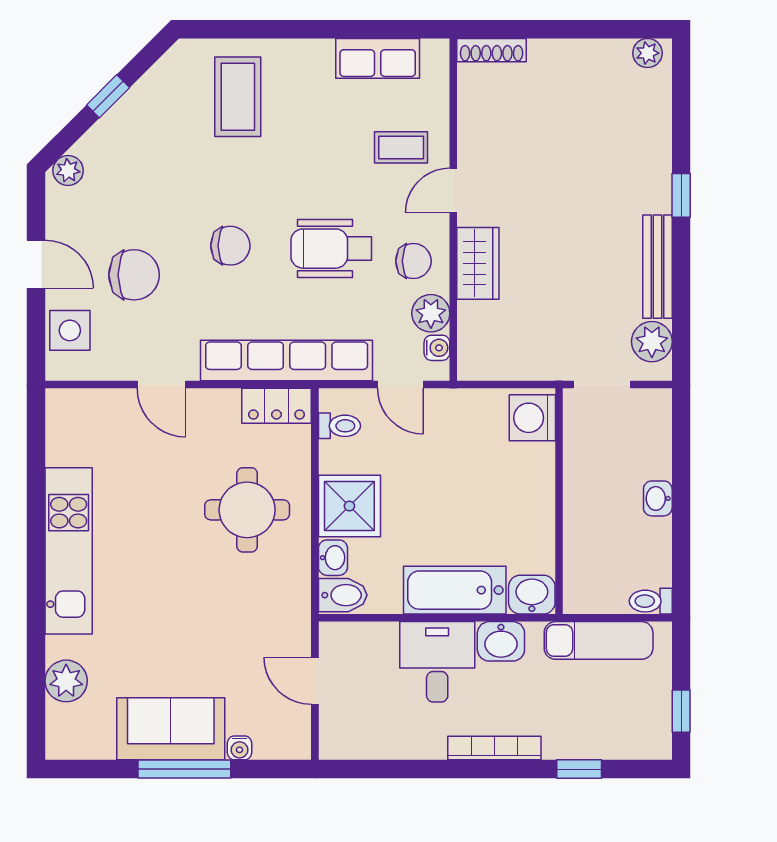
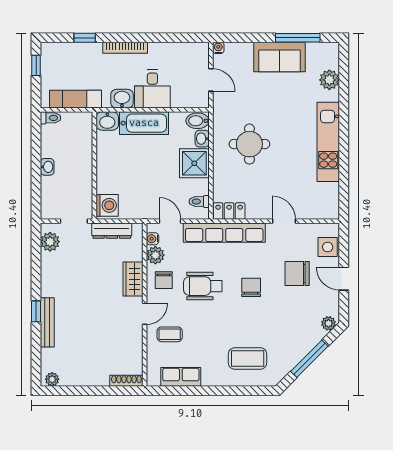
window: (108, 96) -> (309, 359), width x2.17
coffee table: (238, 97) -> (248, 358), turned 90
chair: (230, 246) -> (251, 287), turned 90
wheelchair: (331, 249) -> (203, 286), turned 180
chair: (413, 261) -> (164, 280), turned -90
bench: (658, 267) -> (47, 322), moved
dresser: (522, 365) -> (112, 231), added
round table: (247, 510) -> (249, 144), moved
water cooler: (239, 748) -> (218, 48), moved
window: (184, 769) -> (298, 38), moved

